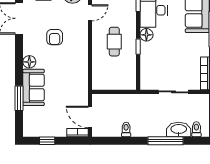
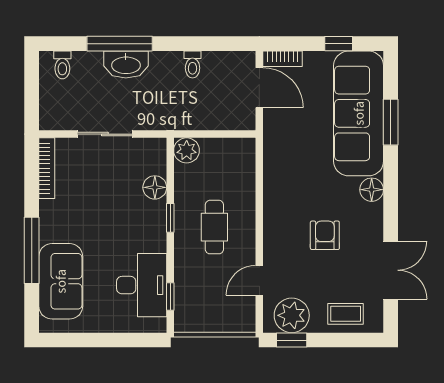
floor lamp: (146, 35) -> (155, 187), moved
plant: (129, 83) -> (187, 150), added
sofa: (34, 87) -> (359, 113), width x1.85, depth x1.27
washbasin: (179, 129) -> (126, 65), moved

